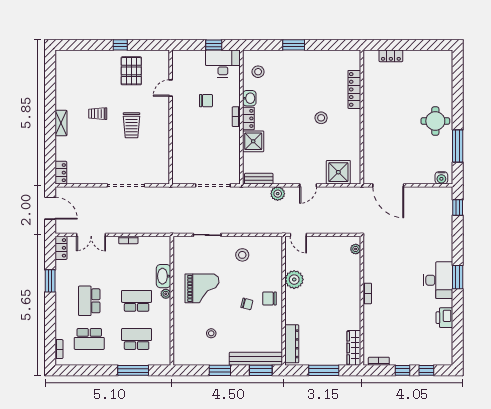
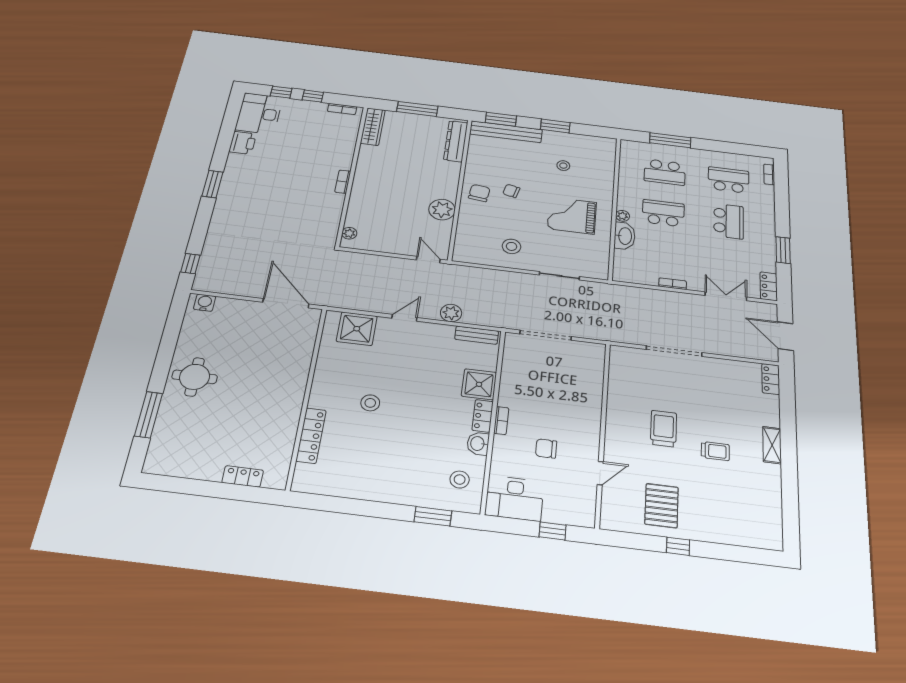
window: (214, 45) -> (553, 531), moved
window: (294, 45) -> (433, 516), moved
window: (458, 146) -> (149, 415), moved
desk: (438, 280) -> (259, 114), moved
chair: (270, 298) -> (479, 193), turned -83
school desk: (137, 301) -> (663, 213), turned 180

